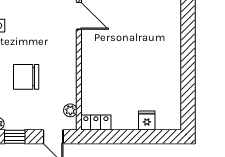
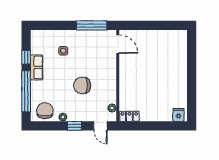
fridge: (147, 120) -> (179, 115), moved

